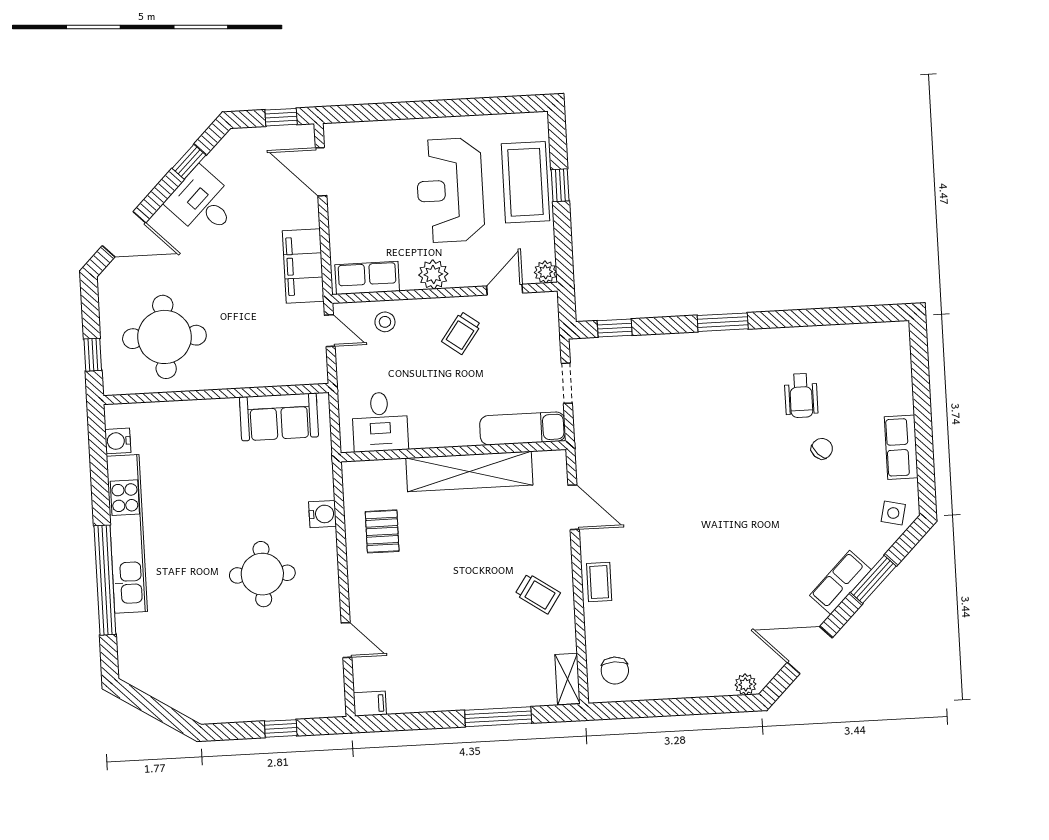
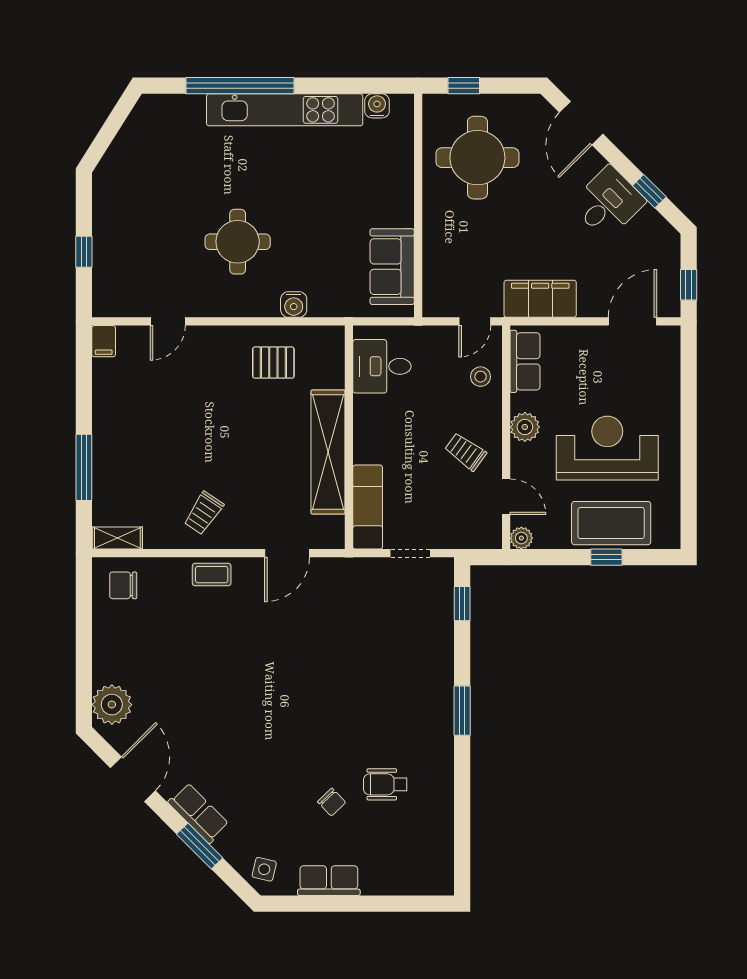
plant: (745, 684) -> (112, 705), width x1.87, depth x1.87

